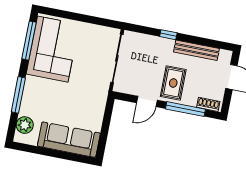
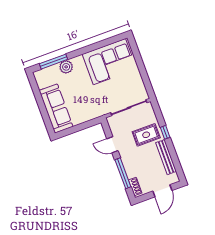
window: (29, 41) -> (106, 43), removed
rug: (173, 83) -> (146, 135), moved
window: (18, 95) -> (53, 62), moved
plant: (25, 125) -> (66, 67), moved

